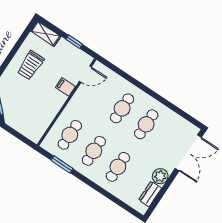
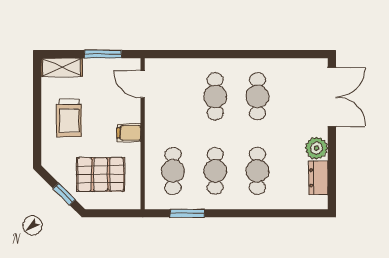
window: (74, 42) -> (103, 54), width x1.50
door: (85, 74) -> (143, 84), swing flipped
filing cabinet: (65, 87) -> (129, 133), moved
pallet: (27, 109) -> (100, 174), added

